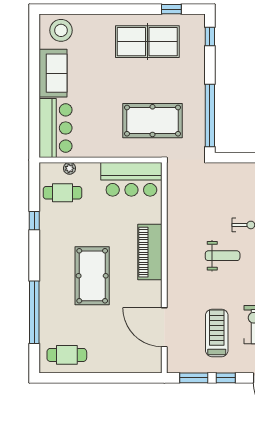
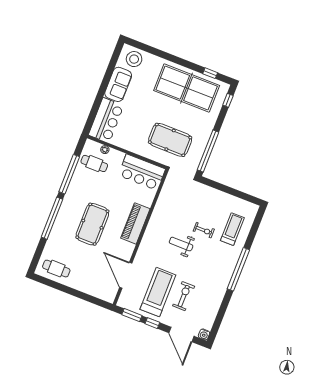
table tennis table: (147, 42) -> (187, 88), width x1.36, depth x1.32
window: (34, 221) -> (69, 174), width x3.17
weight bench: (223, 256) -> (181, 244), turned 180
window: (34, 312) -> (52, 218), moved
treadmill: (217, 333) -> (158, 292), width x1.37, depth x1.38

